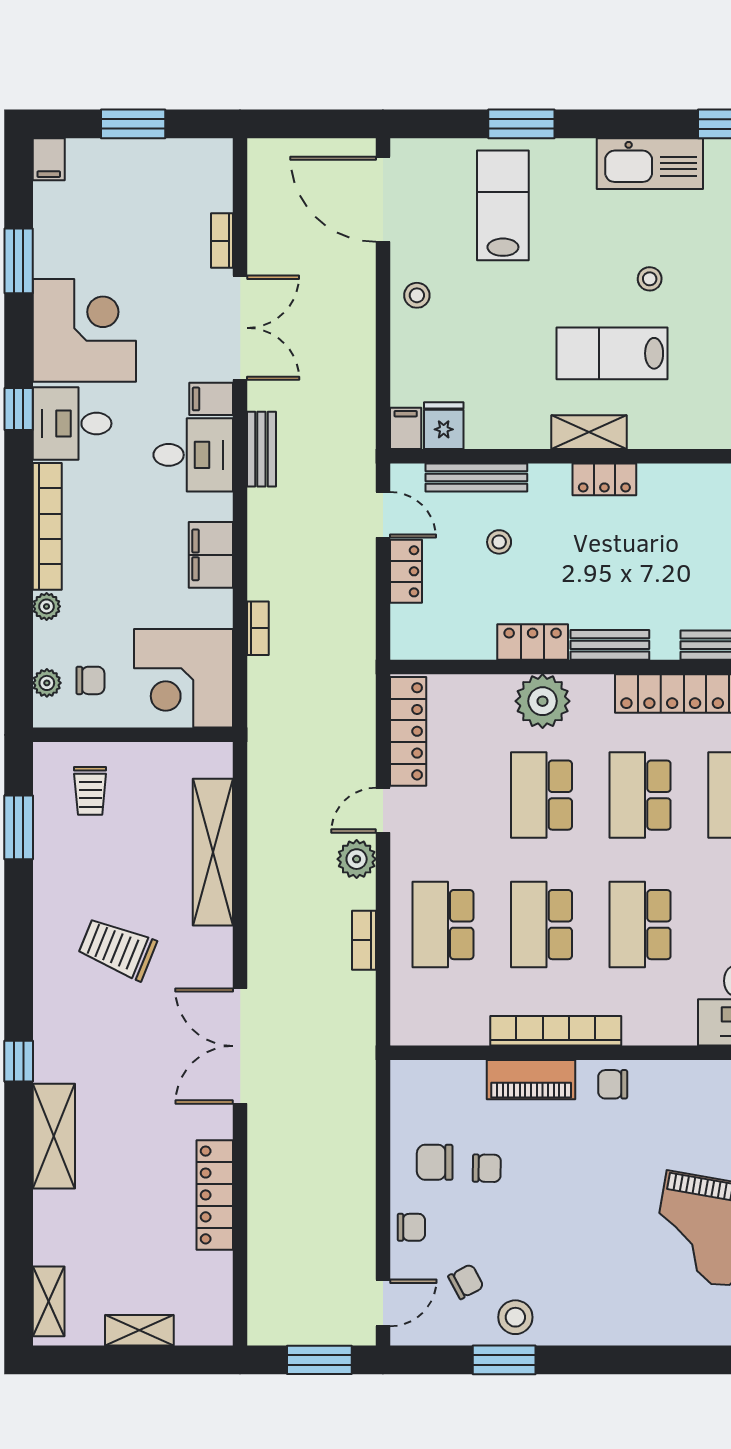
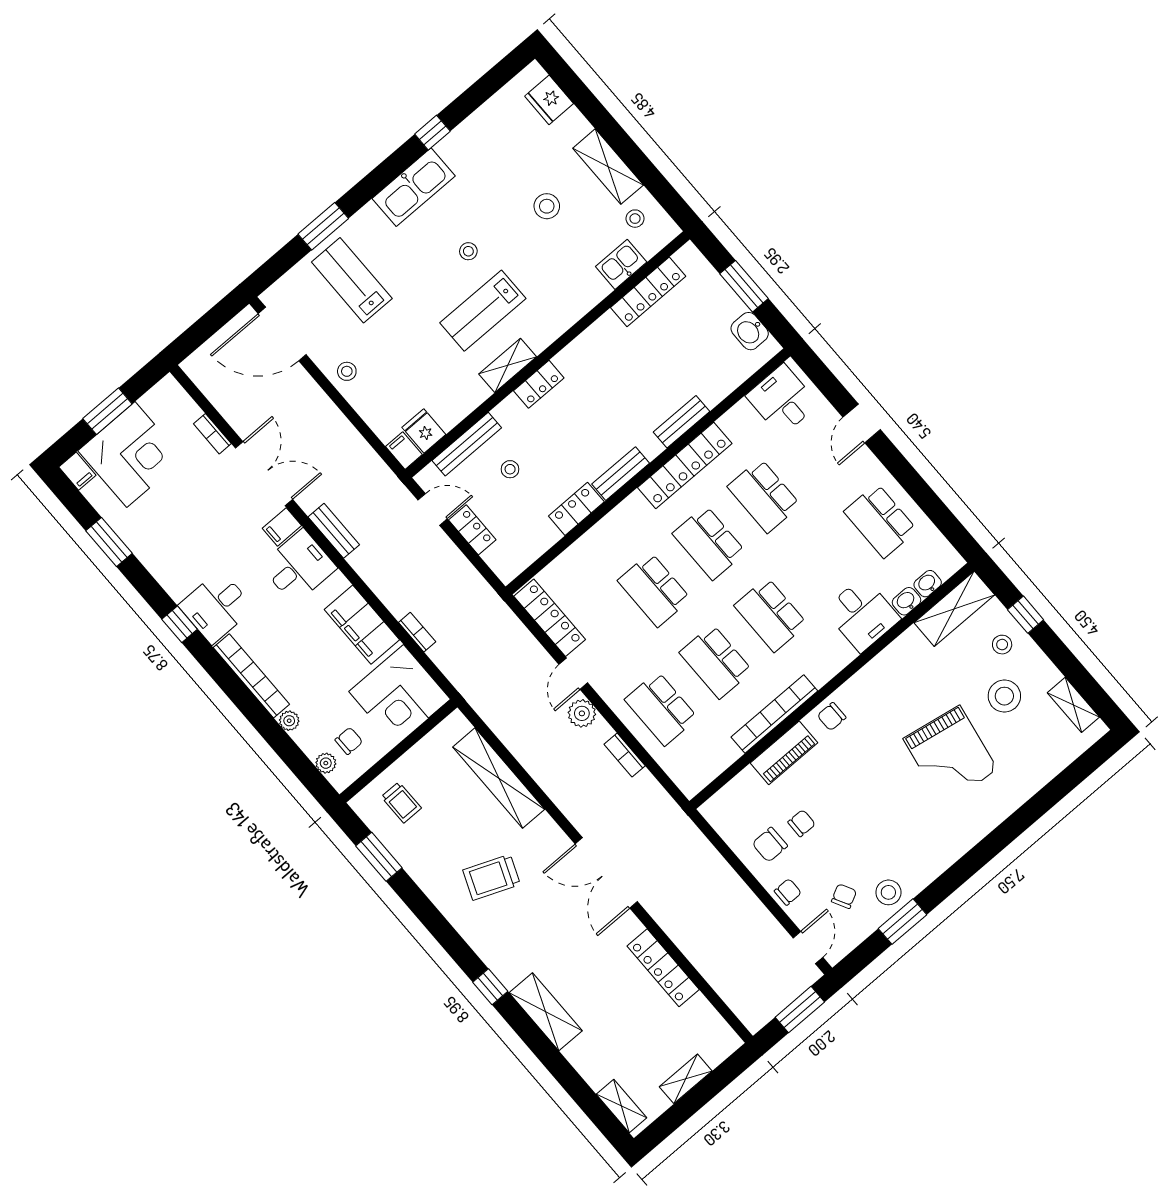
corner desk: (84, 330) -> (131, 455), moved, turned 90
filing cabinet: (211, 555) -> (362, 625), width x1.50, depth x1.17
plant: (543, 701) -> (610, 537), removed

